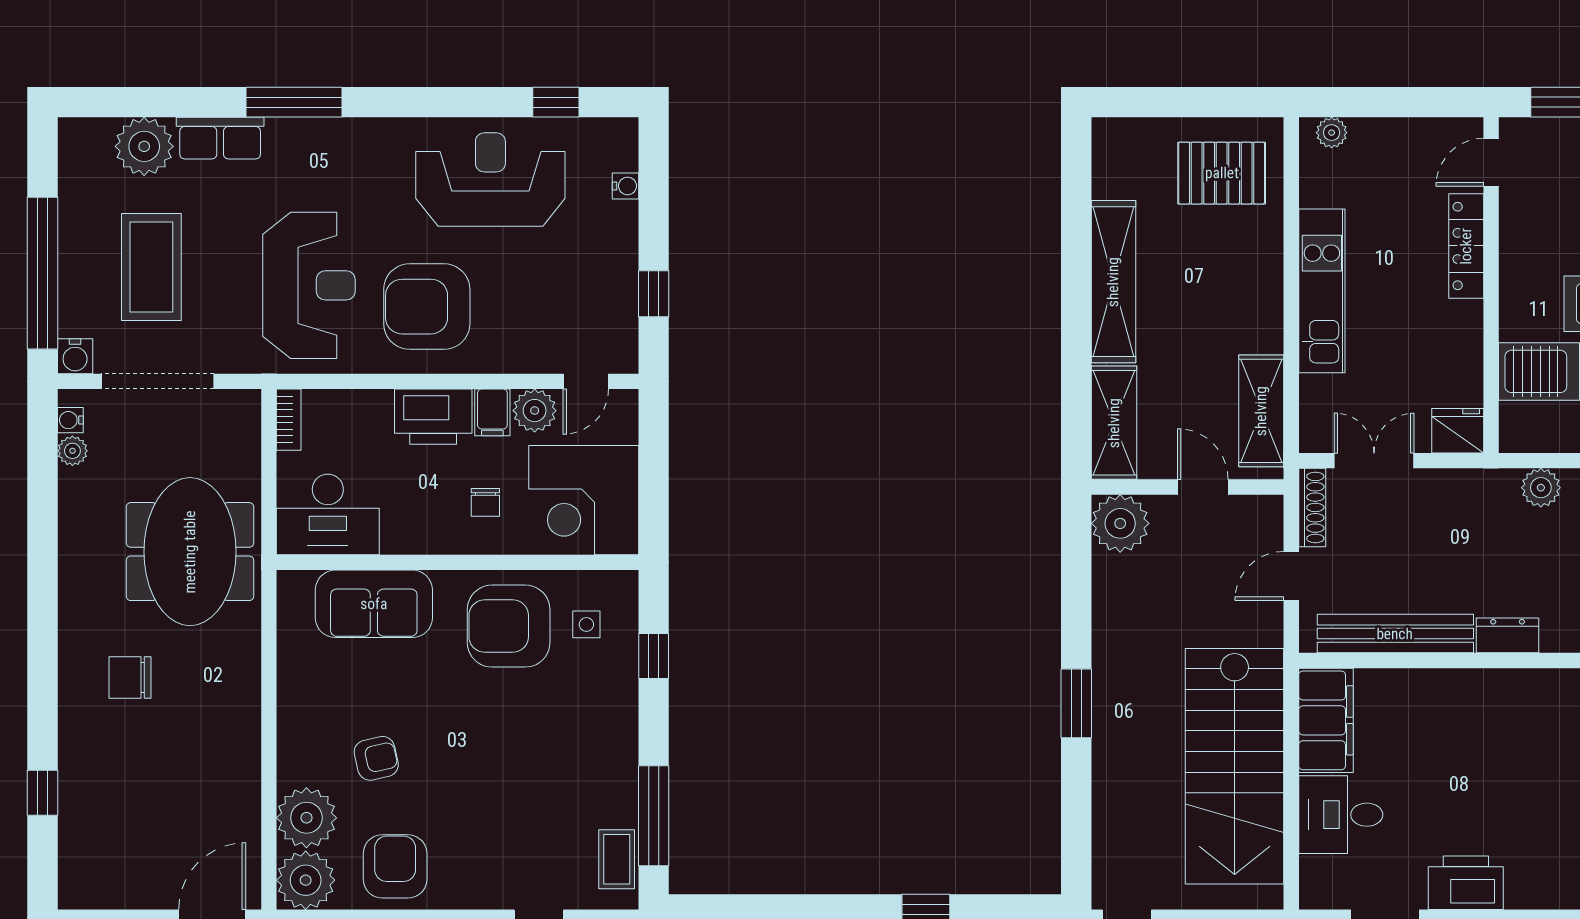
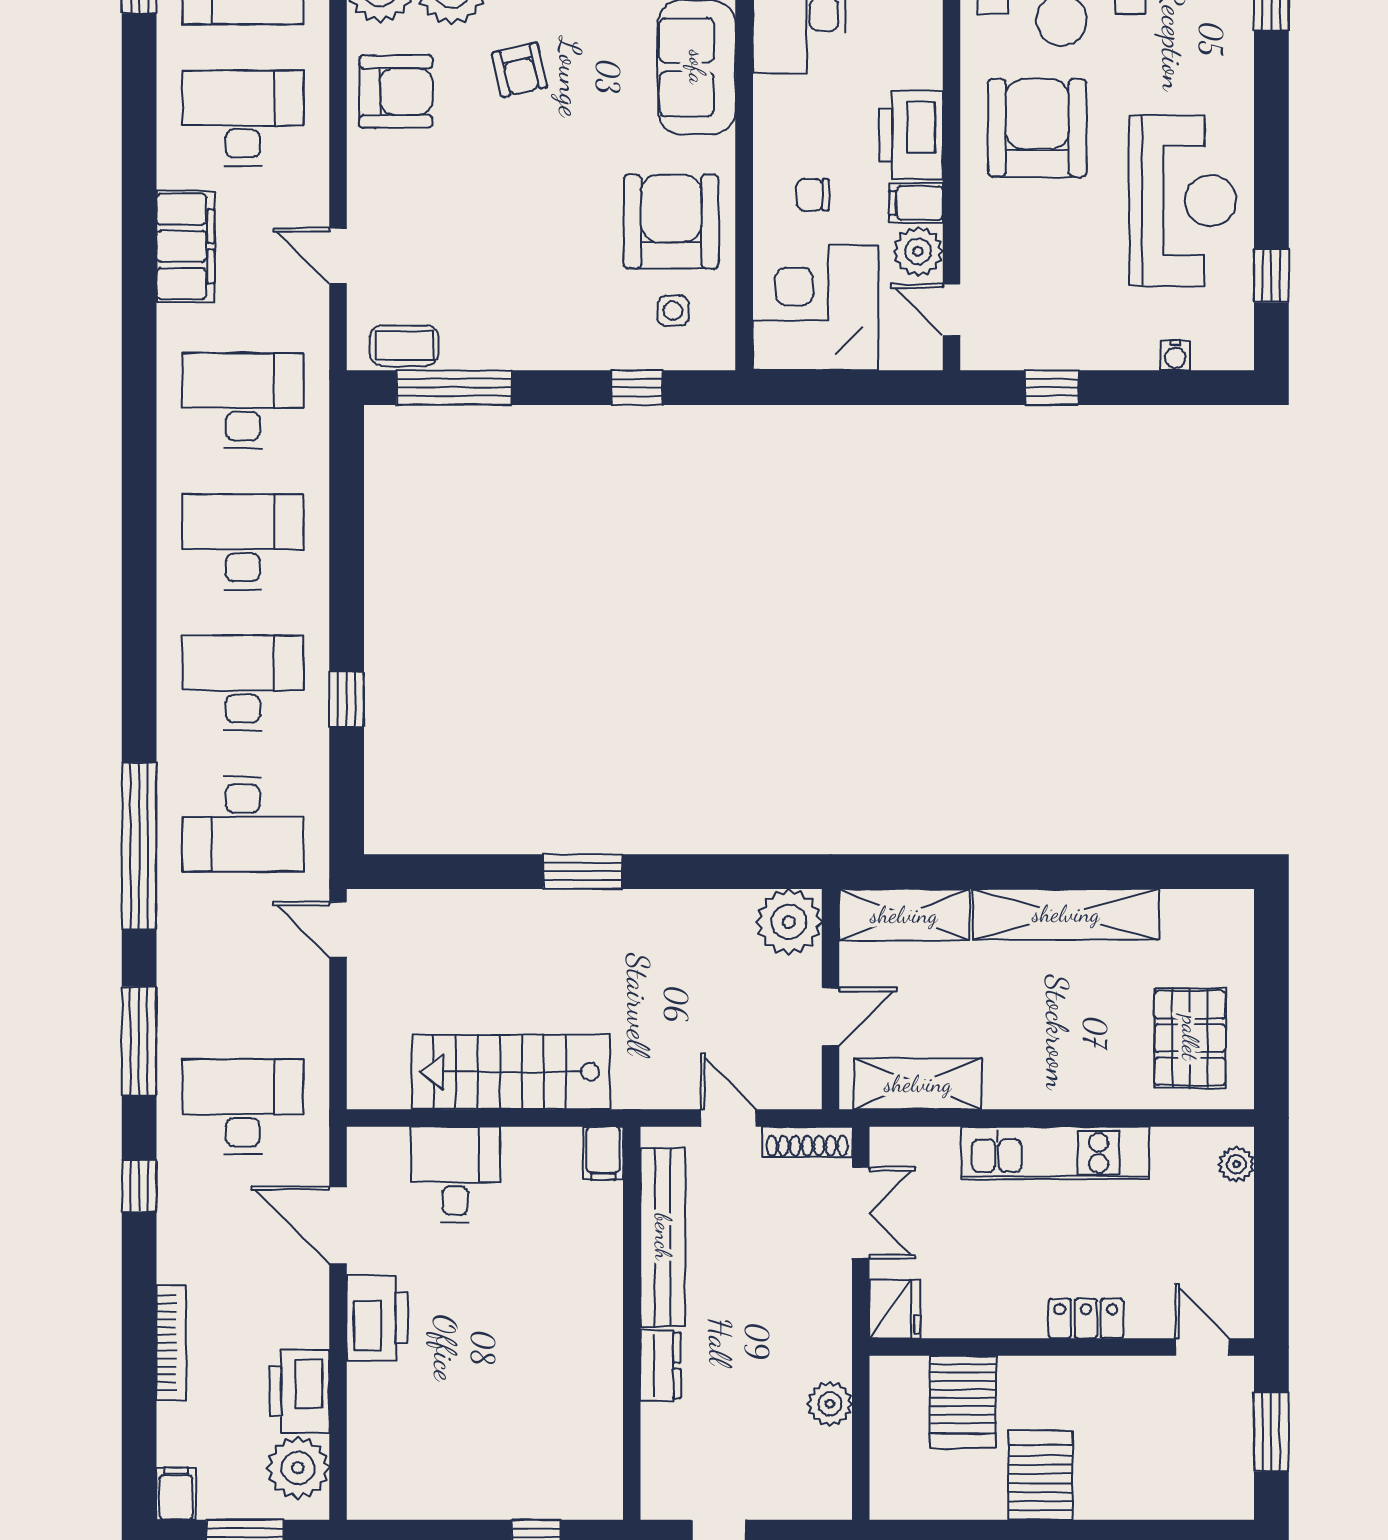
locker: (1466, 246) -> (1086, 1318), width x0.66
filing cabinet: (1326, 720) -> (603, 1153), width x0.33, depth x0.86
stairs: (1235, 766) -> (511, 1072), width x0.73, depth x0.66

